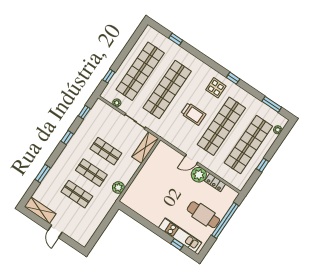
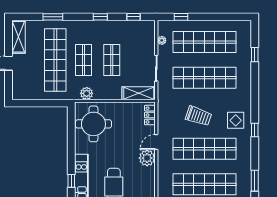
trolley: (193, 114) -> (198, 116), turned -71
door: (191, 159) -> (156, 142), hinge flipped
locker: (215, 183) -> (150, 115), moved
shop shelf: (77, 194) -> (55, 60), width x2.00, depth x1.36
round table: (145, 198) -> (93, 124), added

